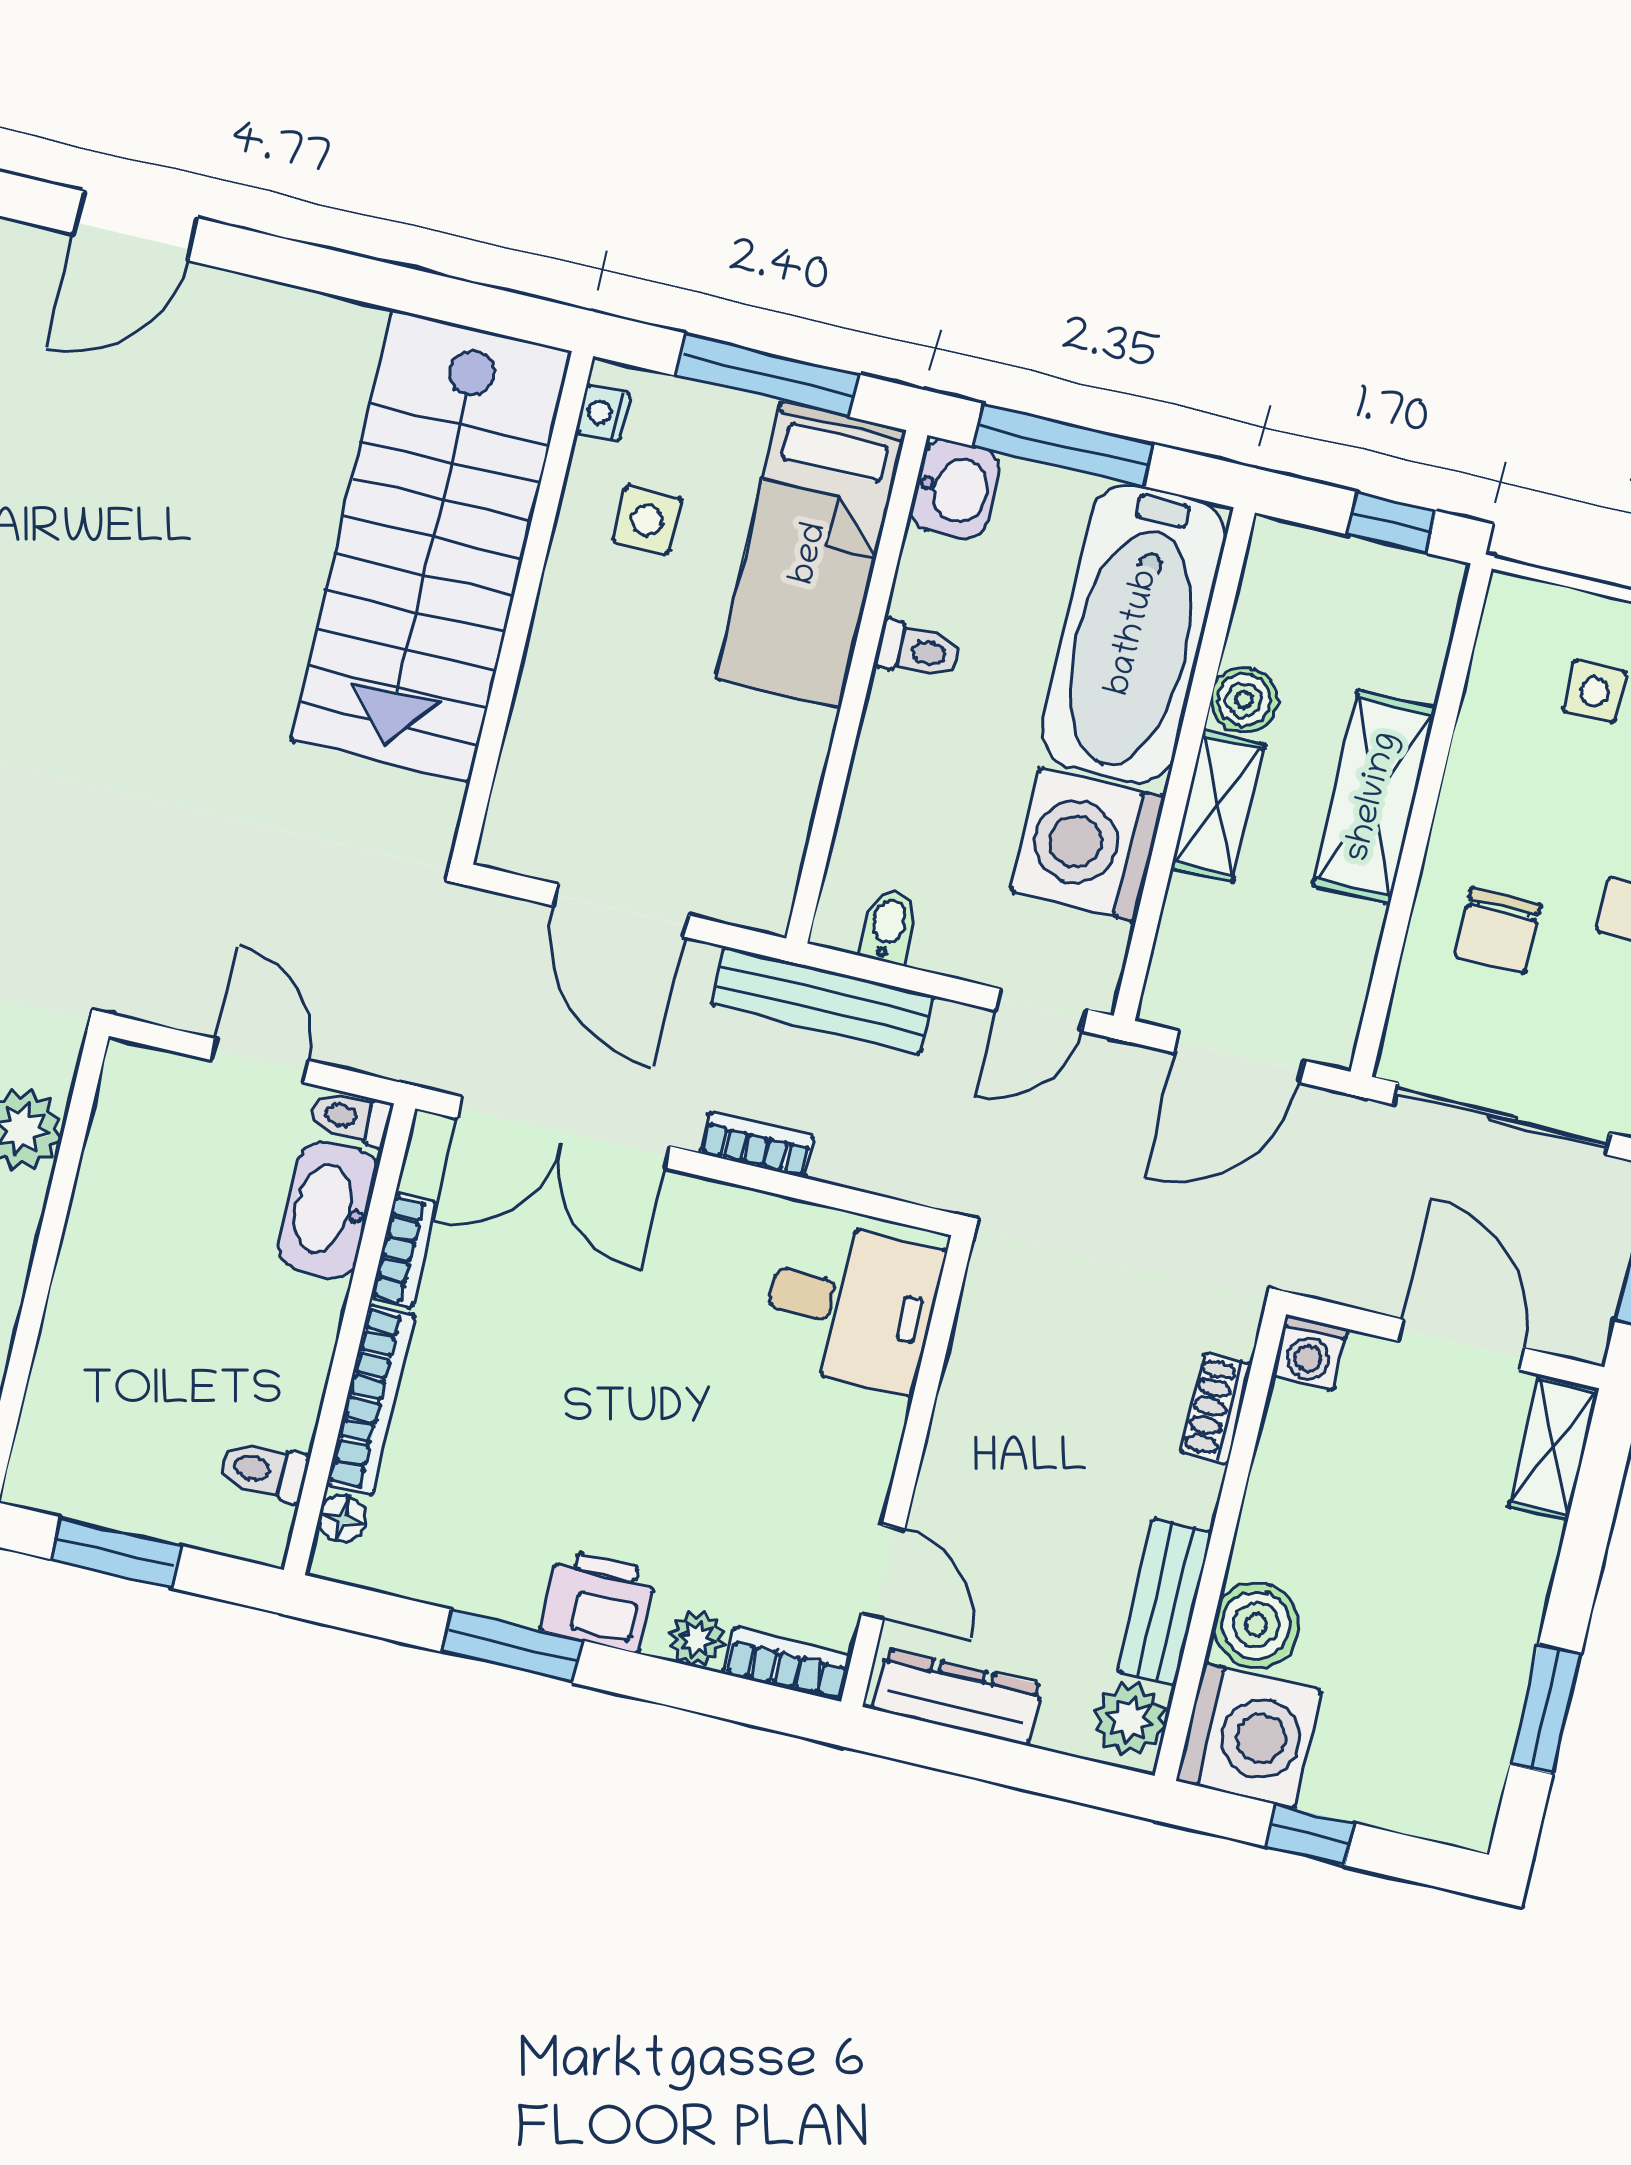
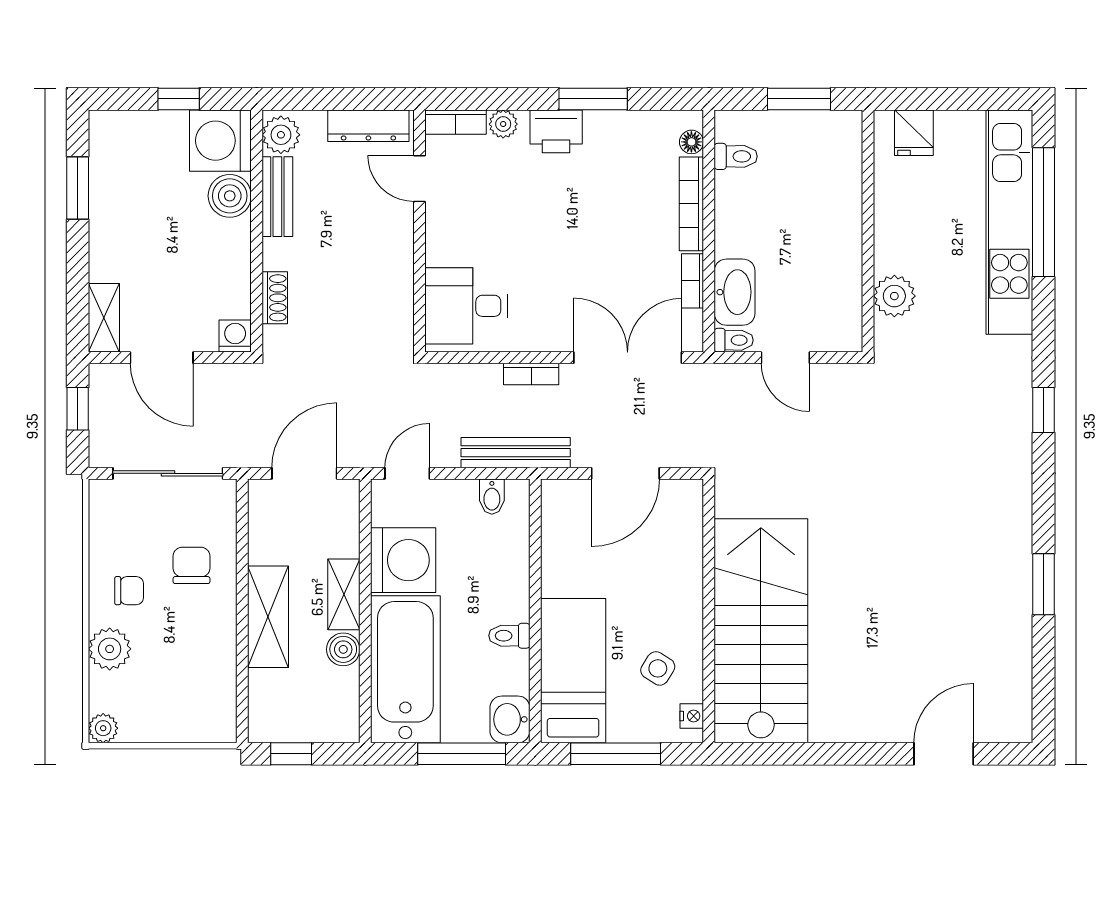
side table: (647, 520) -> (658, 668), turned 32
side table: (1594, 691) -> (172, 694), removed
door: (620, 910) -> (625, 473), swing flipped

